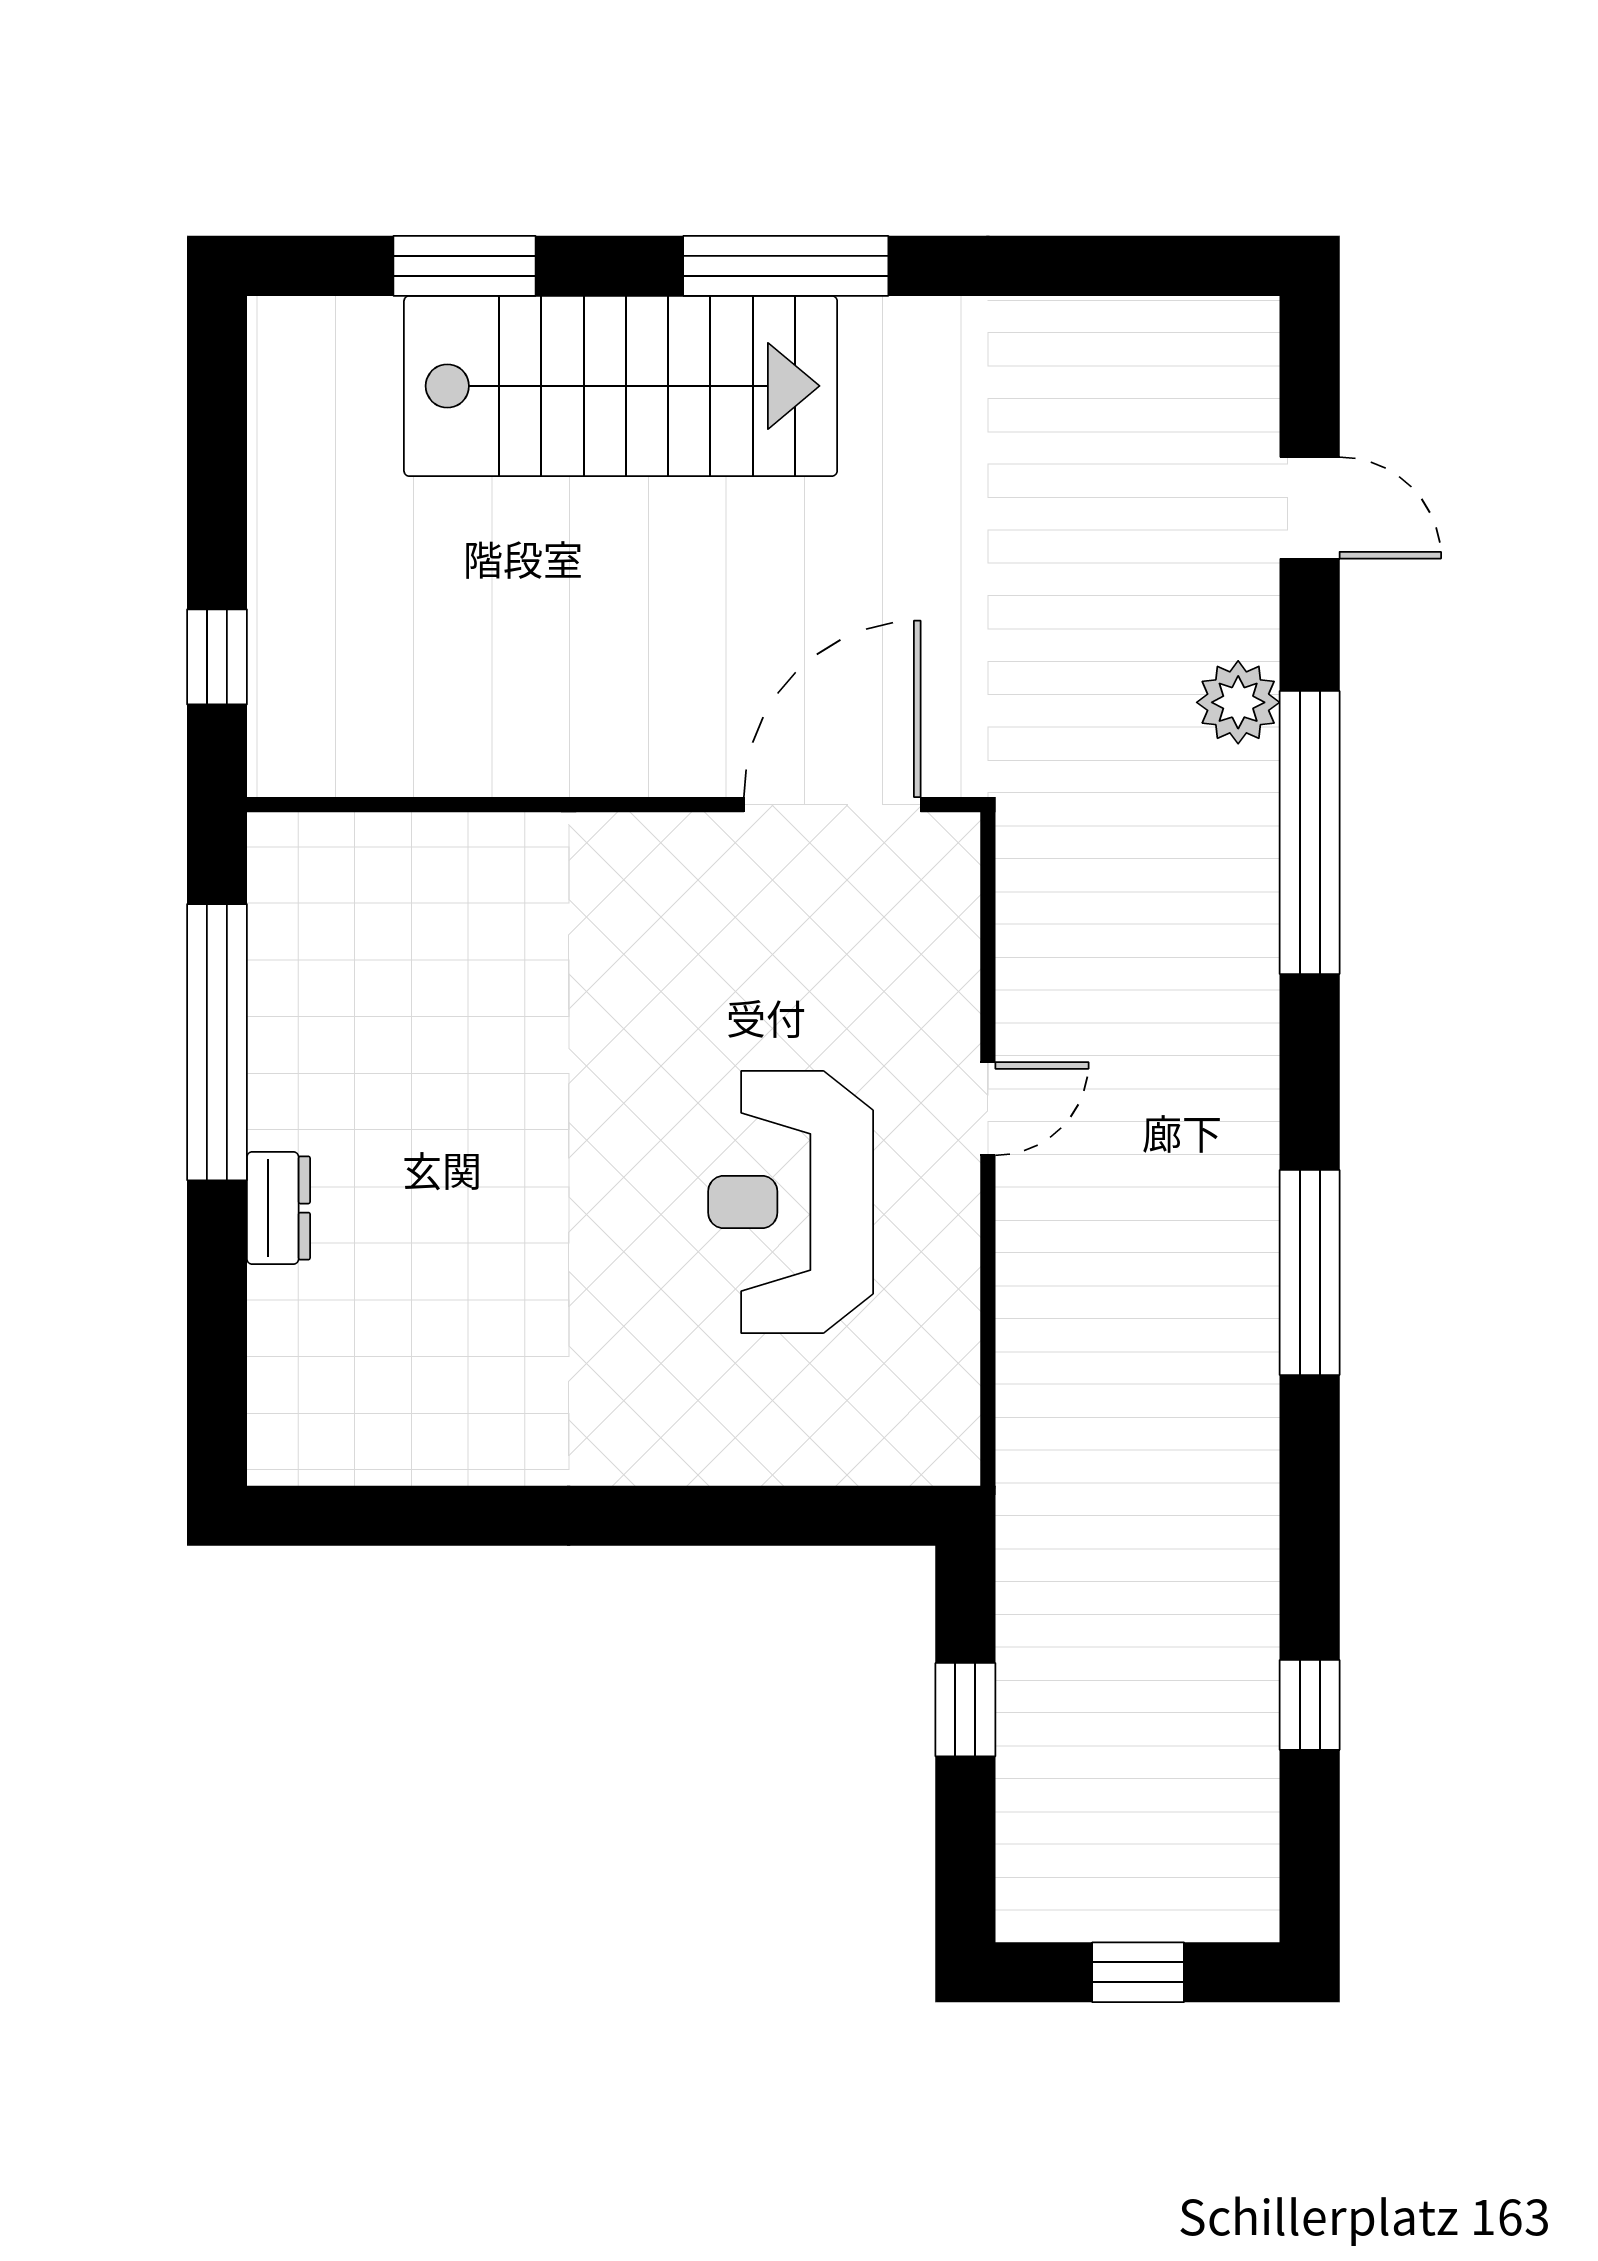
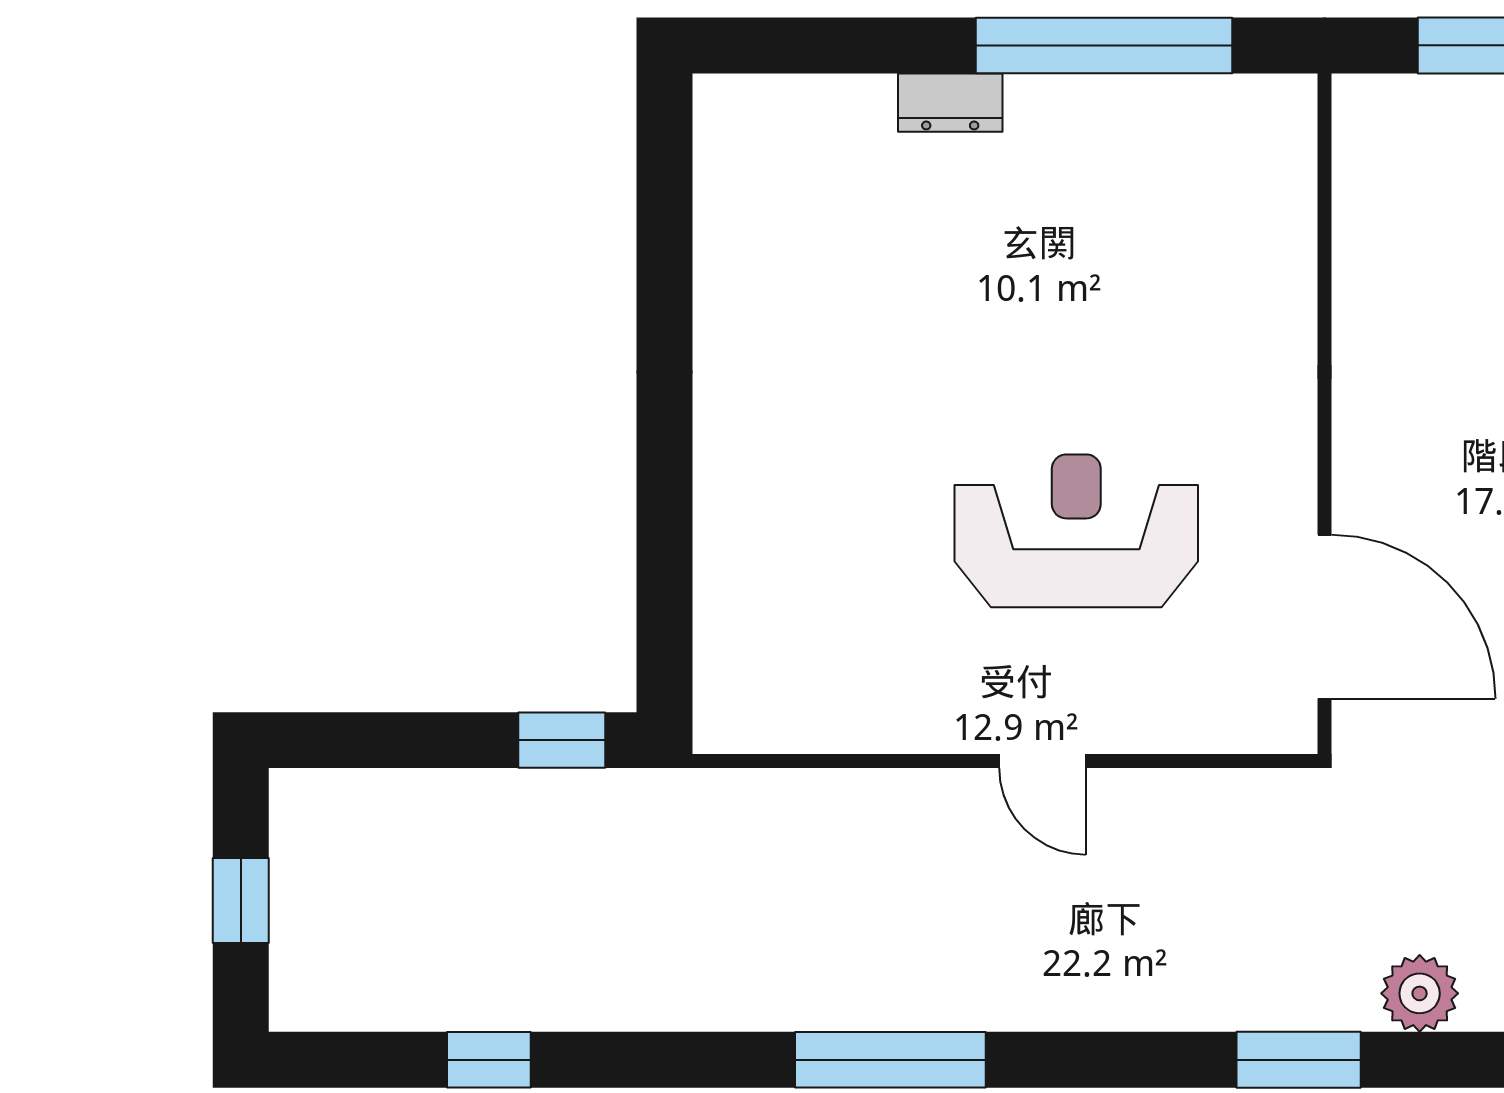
window: (1310, 833) -> (1299, 1060), width x0.47
reception desk: (791, 1202) -> (1076, 531), moved
window: (965, 1710) -> (562, 740), moved

